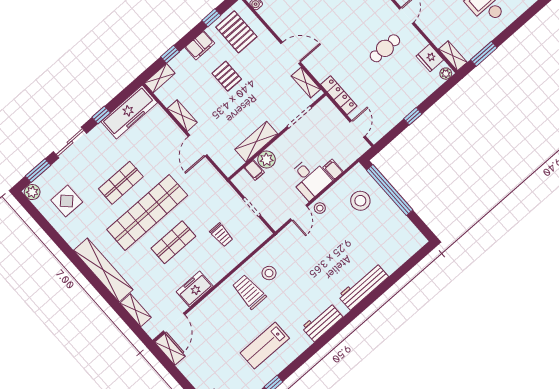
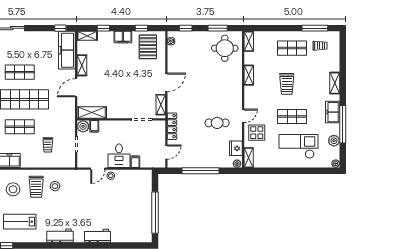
display table: (438, 21) -> (257, 133), added
door: (291, 53) -> (166, 82), hinge flipped
window: (484, 54) -> (266, 171), removed
pallet: (227, 76) -> (123, 65), removed
freezer: (129, 112) -> (67, 50), moved, turned 90
window: (101, 115) -> (60, 28), moved
window: (413, 116) -> (201, 171), width x3.17
shelving: (256, 142) -> (92, 113), moved
plant: (267, 160) -> (83, 126), moved
window: (390, 190) -> (155, 213), moved
stool: (360, 201) -> (13, 189), moved
workbench: (363, 286) -> (98, 236), width x0.73
trolley: (249, 292) -> (36, 187), turned 180

